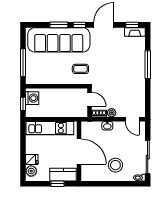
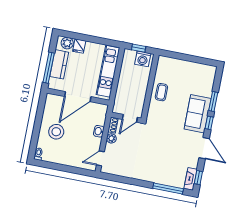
sofa: (59, 40) -> (198, 114), width x0.54, depth x0.79
window: (23, 63) -> (181, 57), removed
window: (148, 65) -> (168, 188), moved
coffee table: (80, 69) -> (161, 92), moved
sliding door: (148, 157) -> (58, 167), removed
kitchen counter: (63, 175) -> (59, 64), moved
window: (57, 184) -> (49, 68), width x2.17

